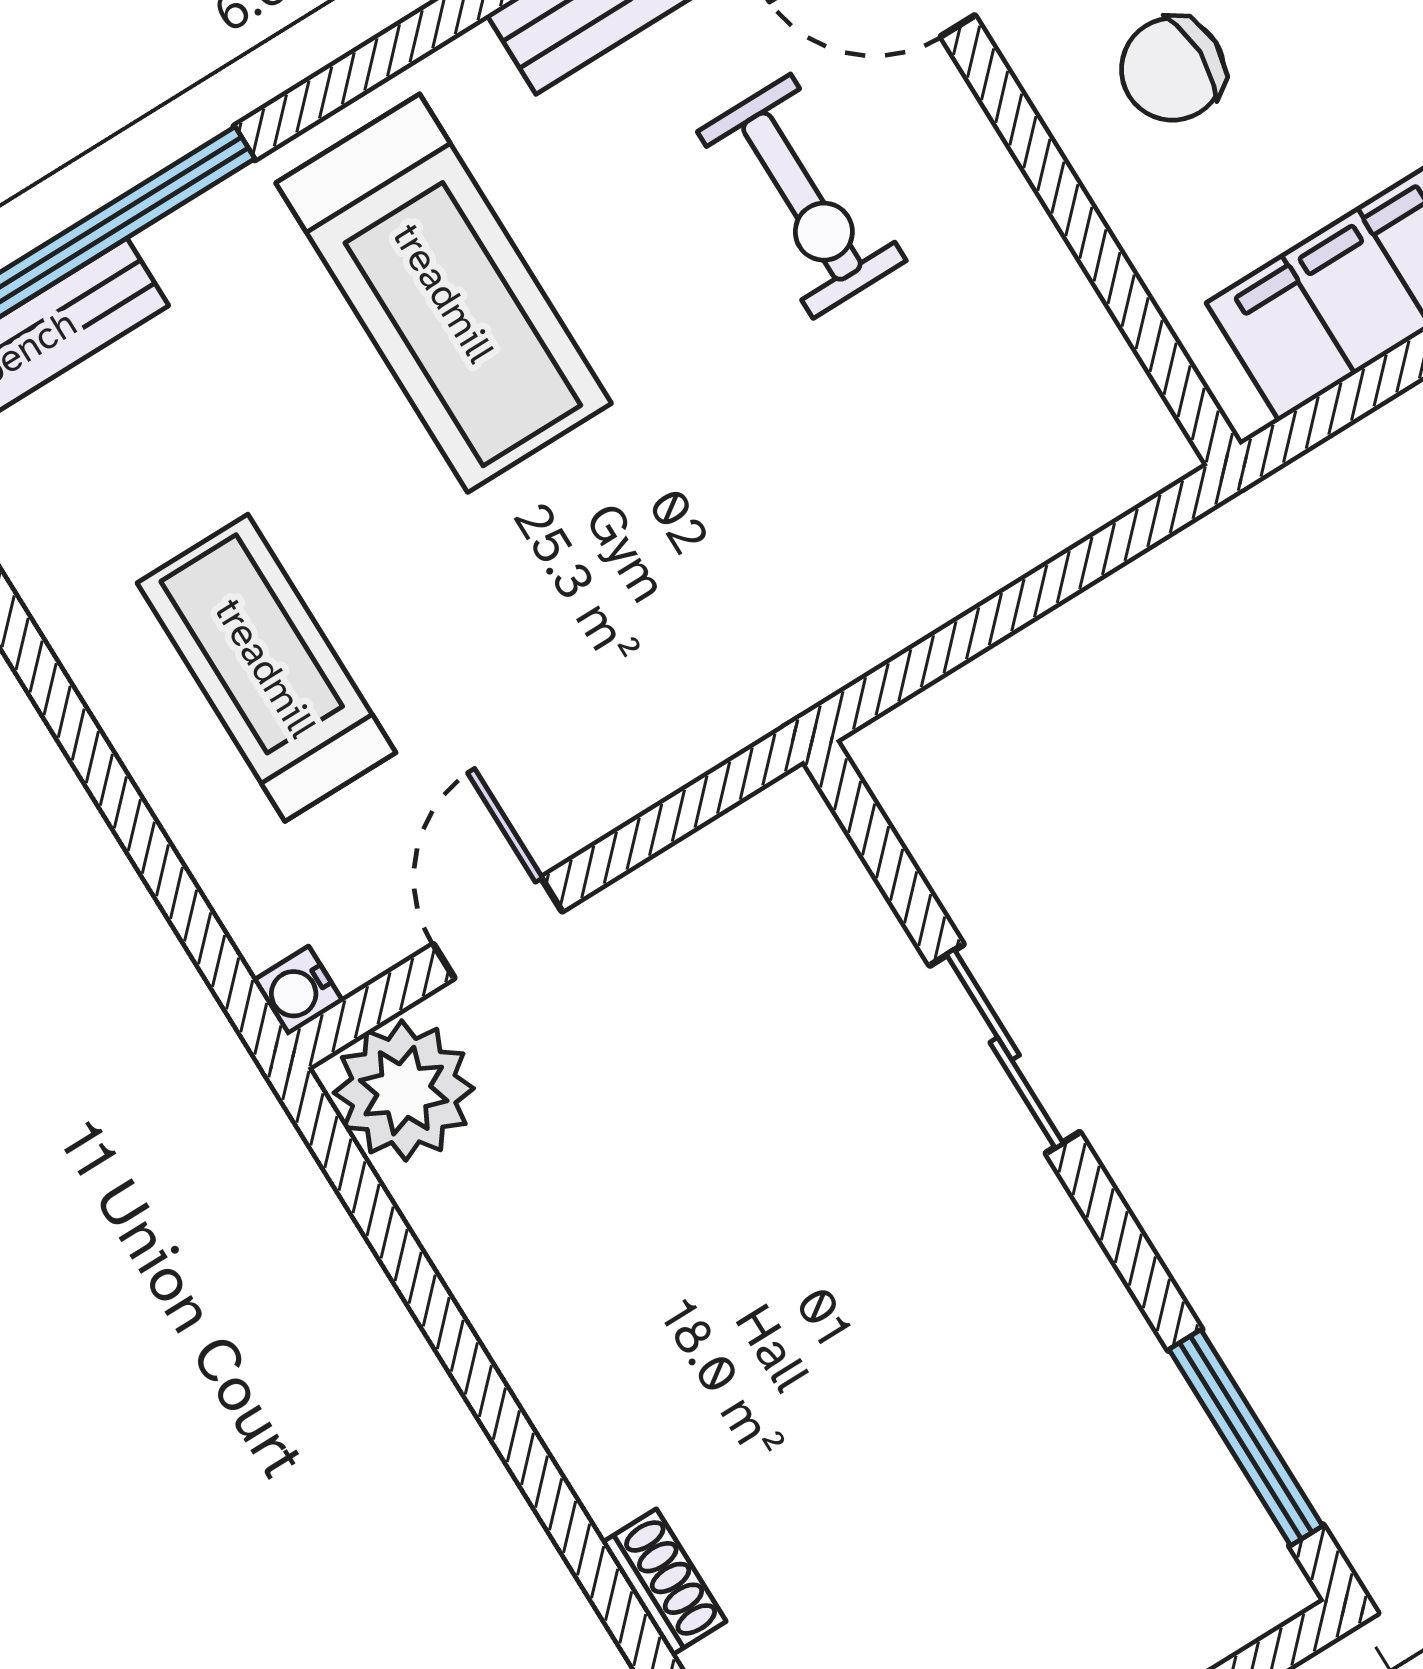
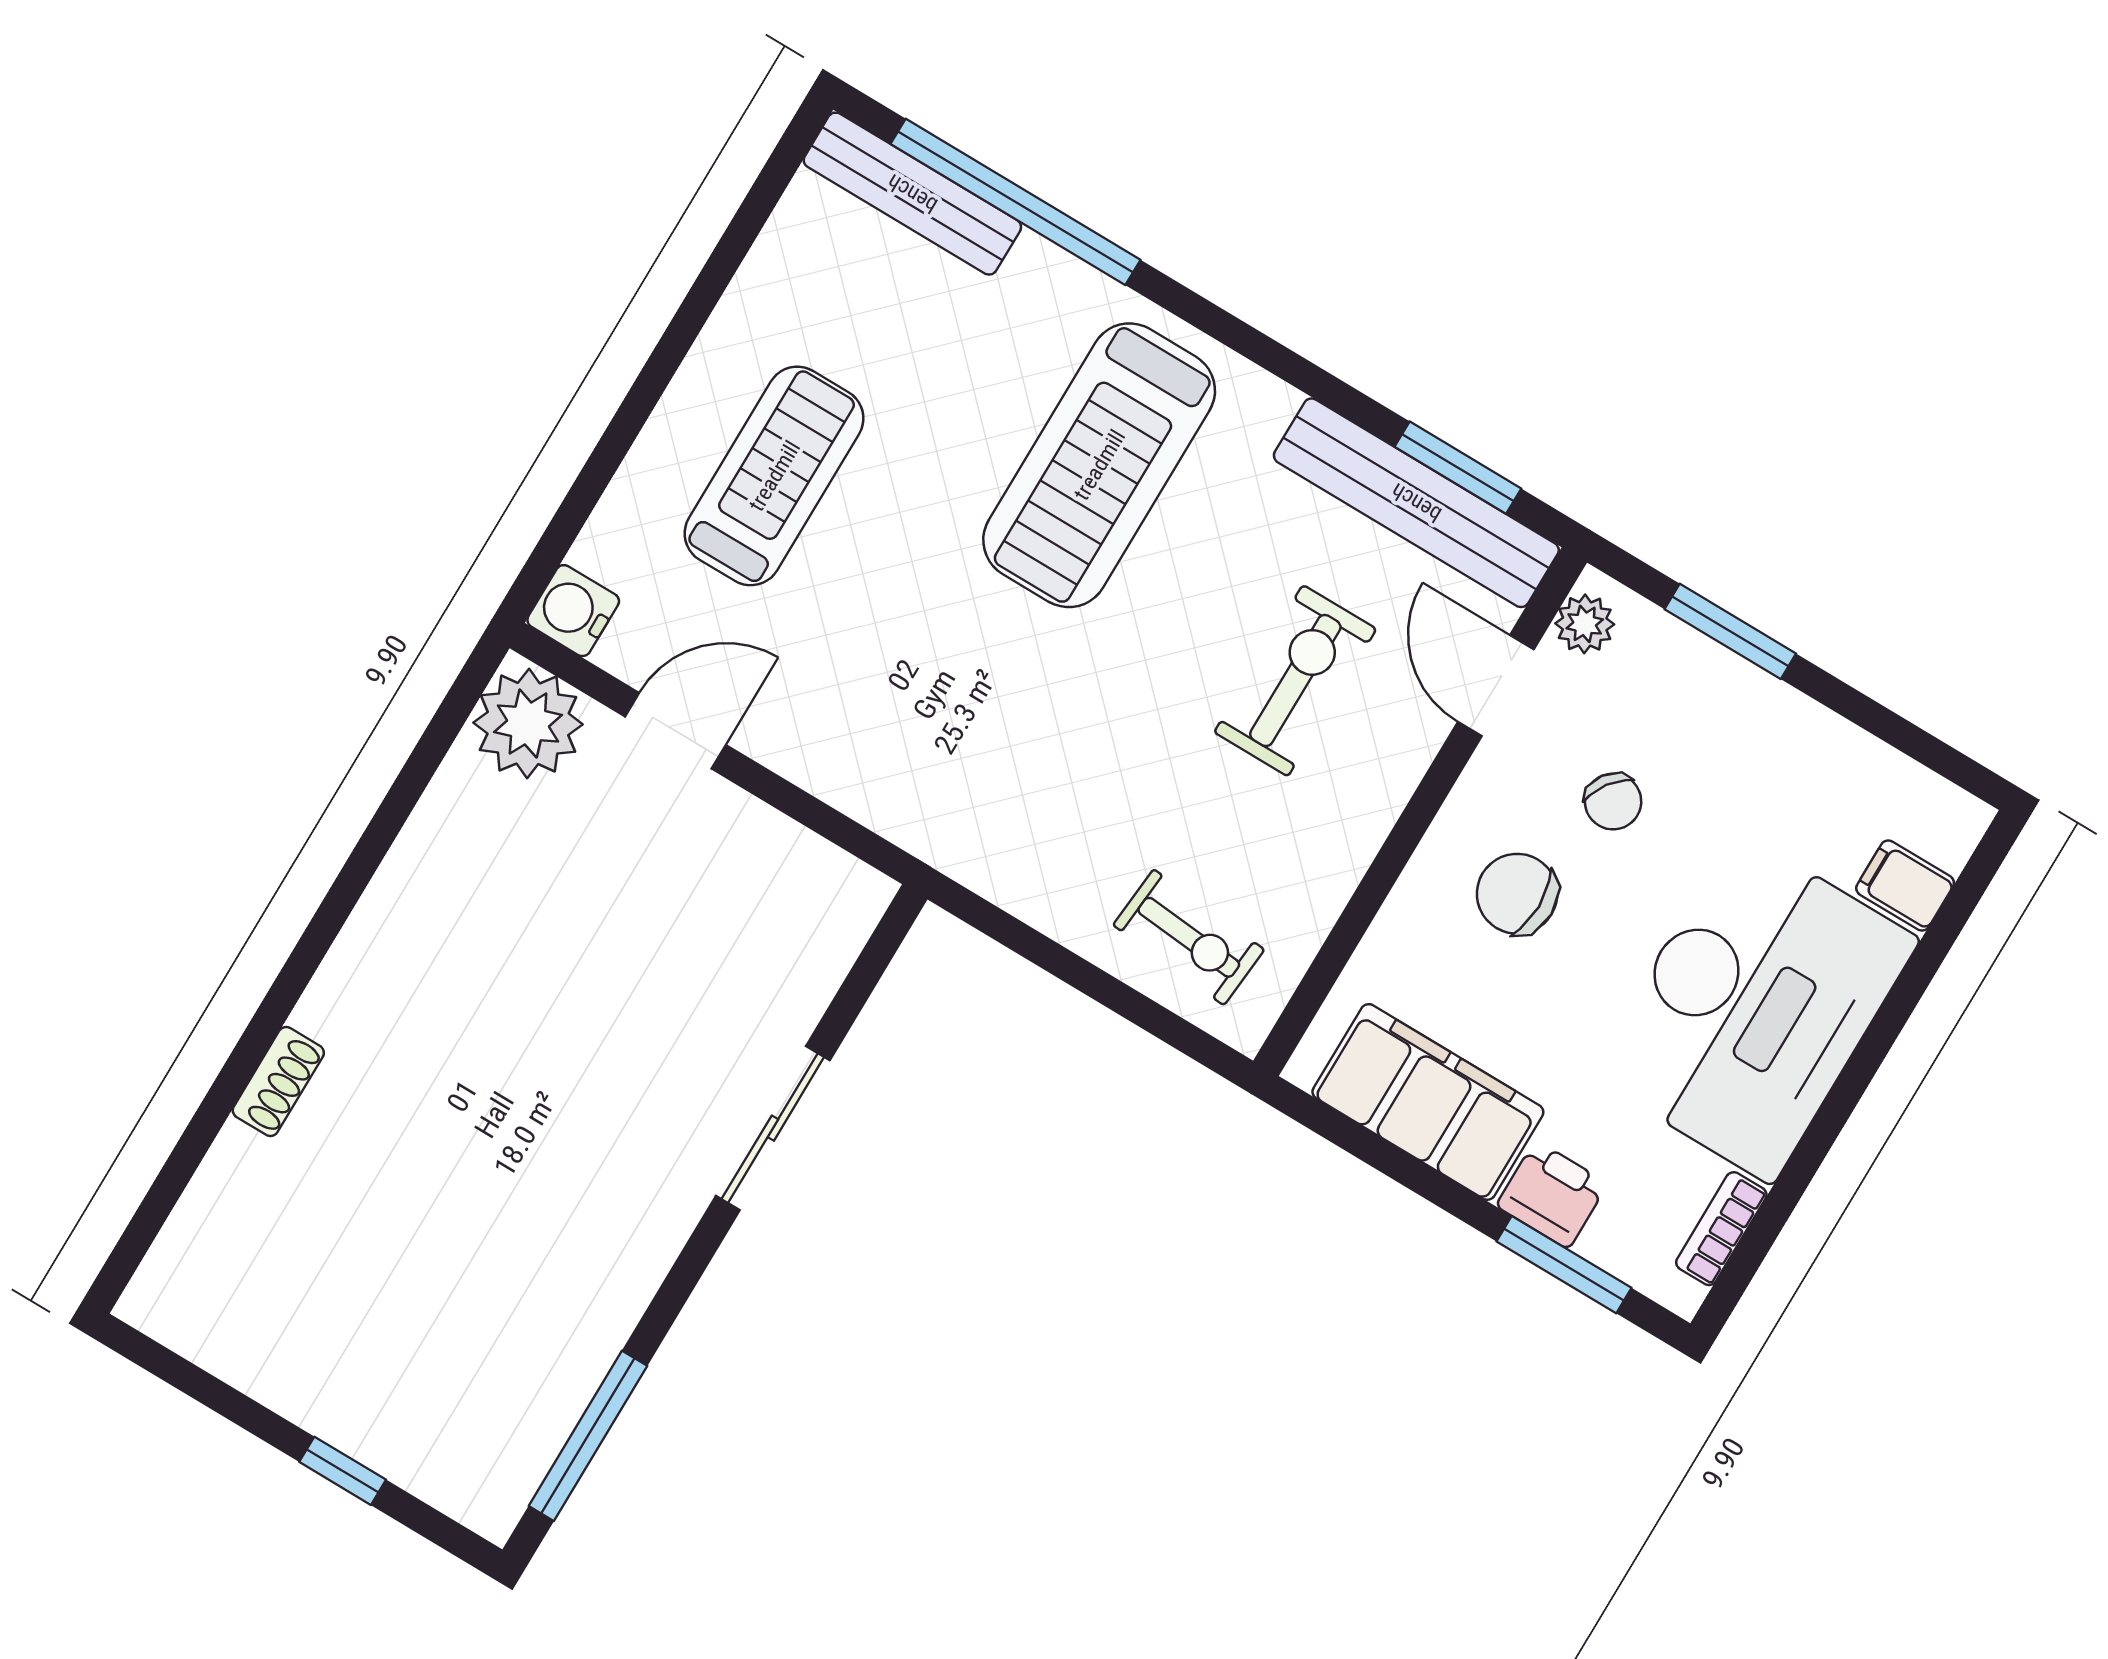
exercise bike: (802, 196) -> (1295, 681), turned 180
exercise bike: (1031, 466) -> (1189, 937), added
water cooler: (298, 991) -> (573, 611), width x1.38, depth x1.38

